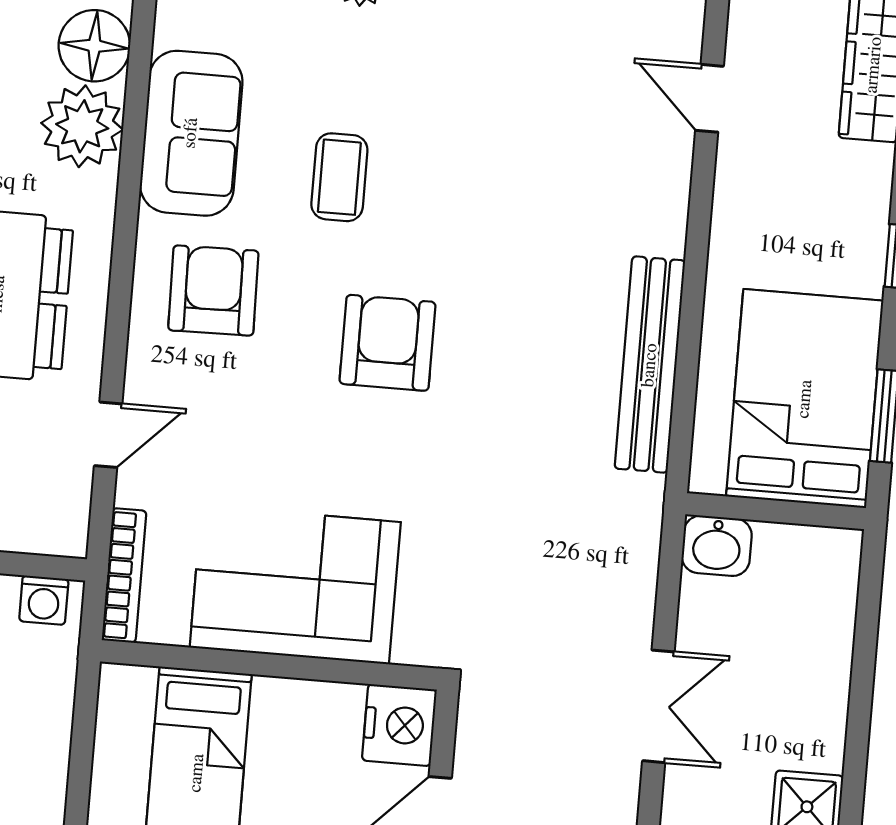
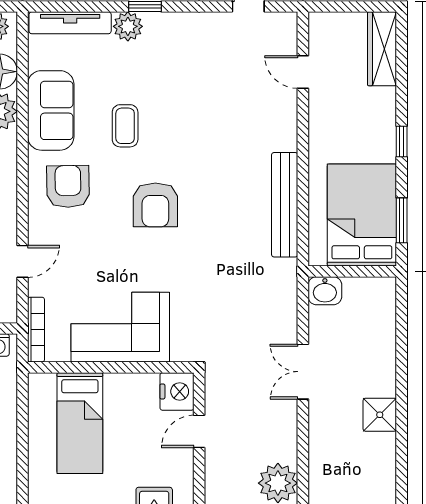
armchair: (387, 343) -> (155, 205), turned 180
double door: (658, 706) -> (303, 372), swing flipped

